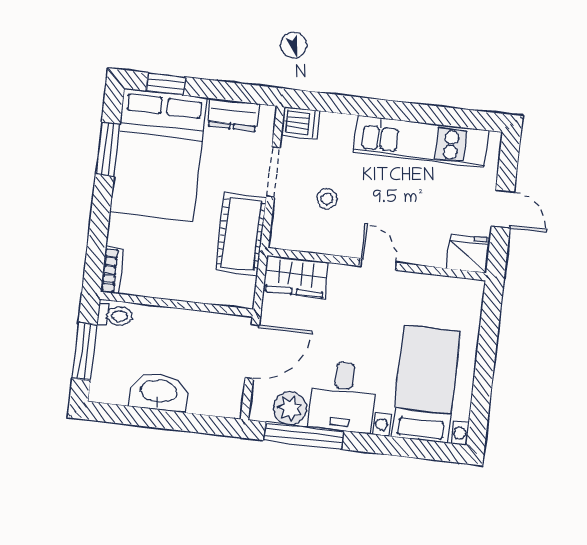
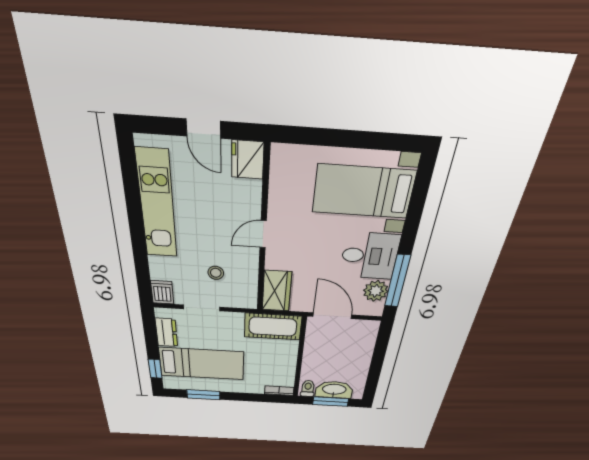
bed: (159, 155) -> (202, 364), width x0.67
door: (503, 209) -> (203, 129), swing flipped
cot: (241, 234) -> (273, 327), moved
washbasin: (159, 392) -> (334, 390), moved, turned 90

